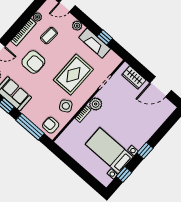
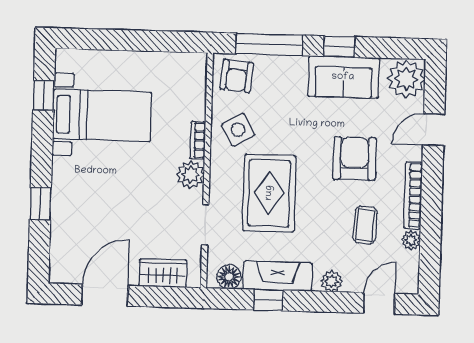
floor lamp: (112, 57) -> (229, 277), added
armchair: (33, 62) -> (355, 159), turned 90
armchair: (51, 125) -> (237, 76), turned 96
window: (145, 150) -> (40, 204), moved

